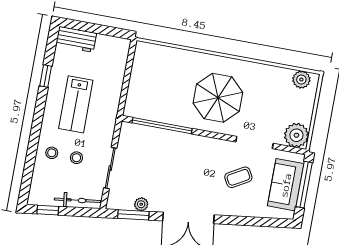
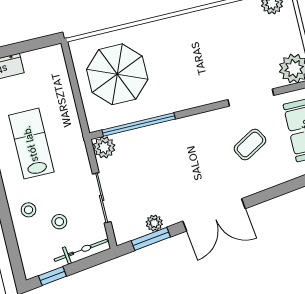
parasol: (218, 98) -> (117, 74), moved
lab bench: (76, 104) -> (31, 144), turned 180
plant: (129, 131) -> (104, 147), added
stool: (76, 158) -> (59, 222), moved

